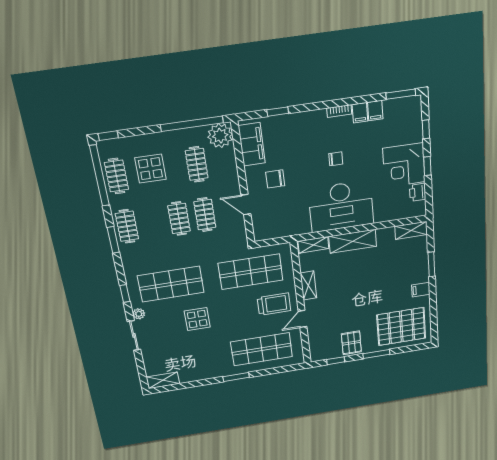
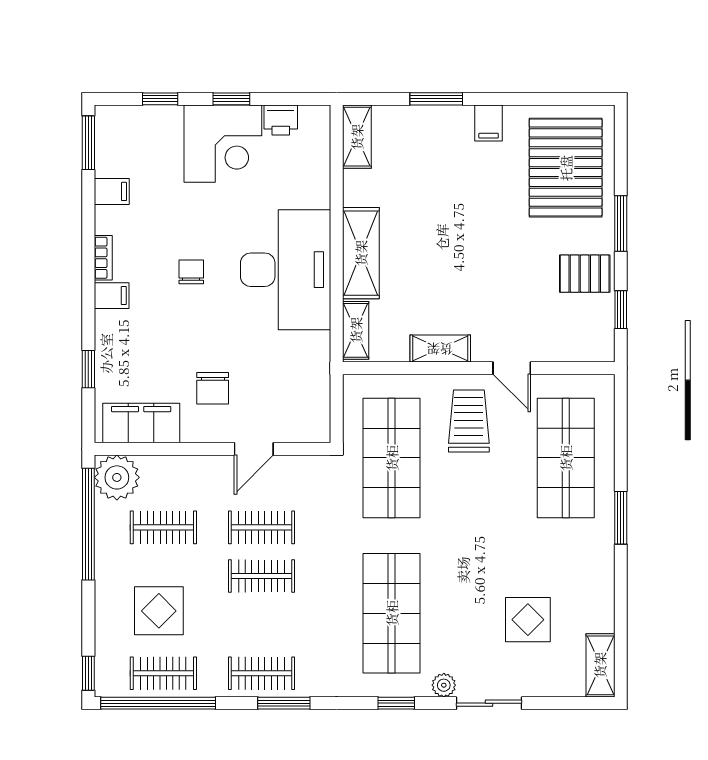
filing cabinet: (360, 113) -> (112, 296), moved
display table: (197, 319) -> (528, 620), moved

